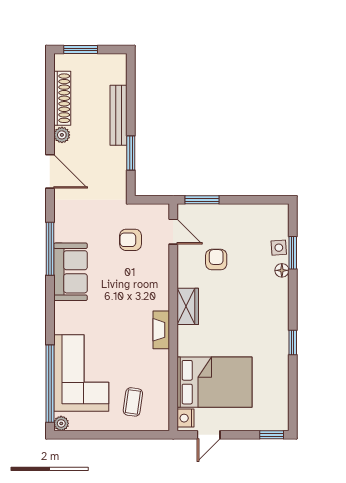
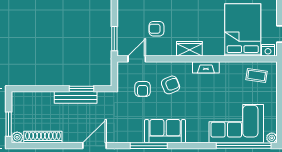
bench: (119, 115) -> (76, 97), moved
plant: (62, 135) -> (17, 137), moved
armchair: (136, 280) -> (171, 85), added
coffee table: (133, 402) -> (257, 75), moved

